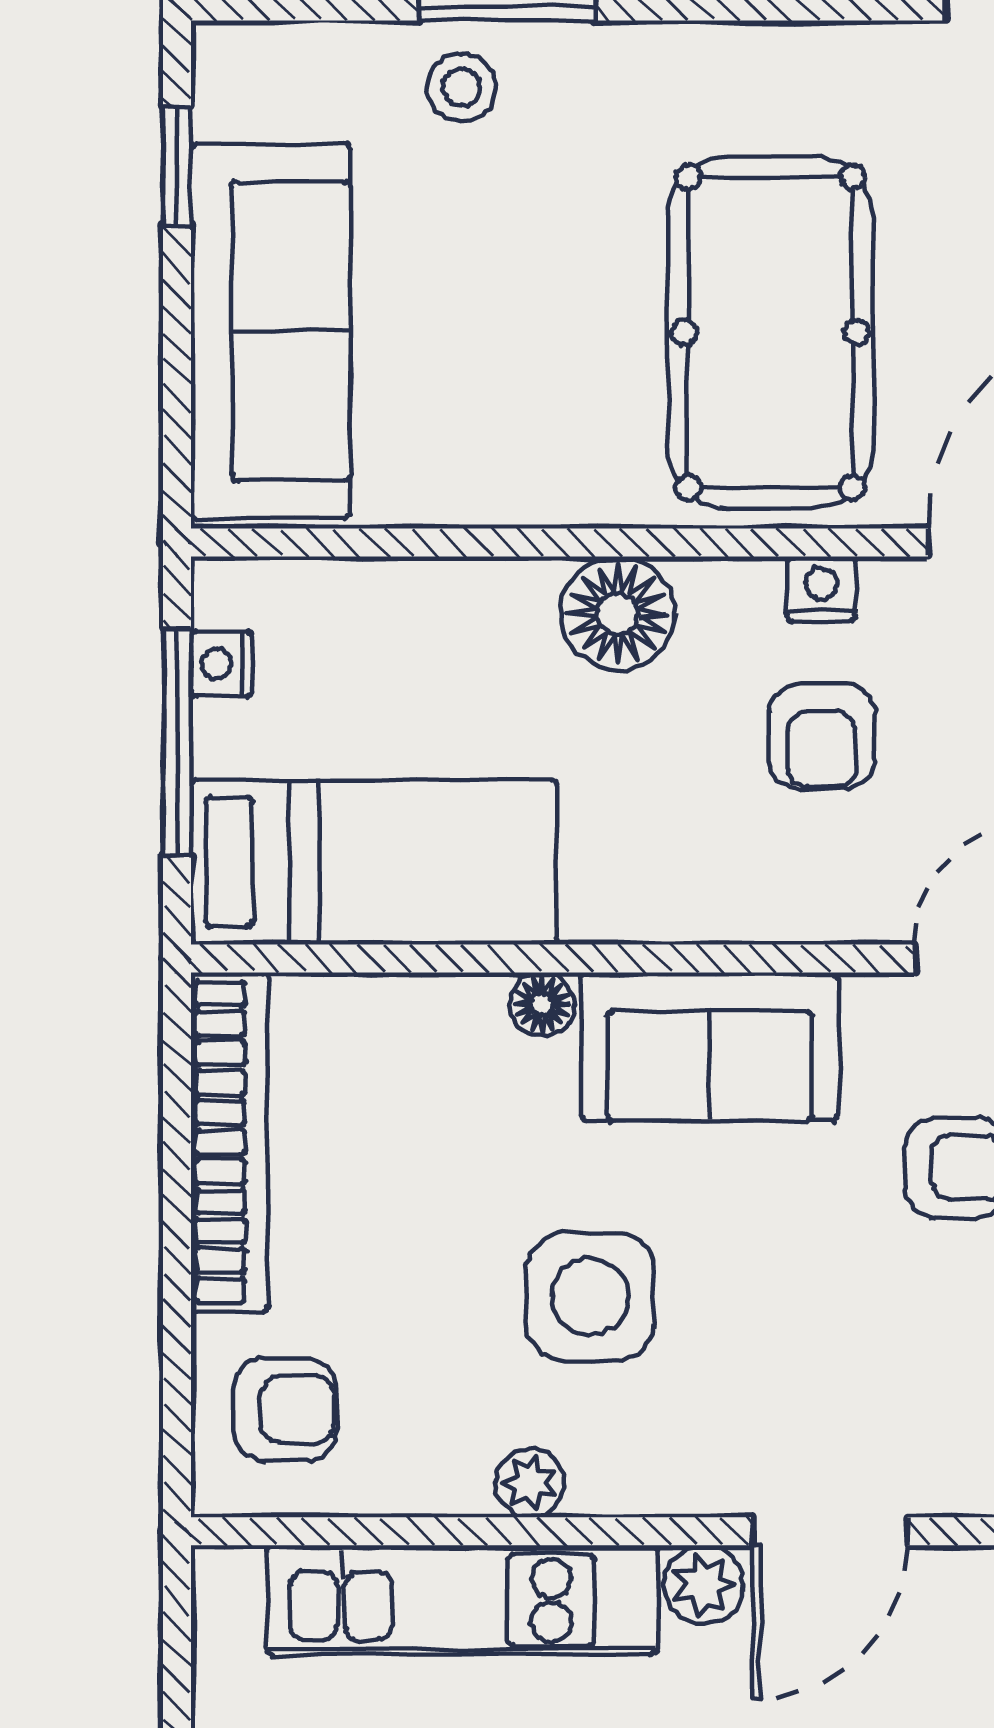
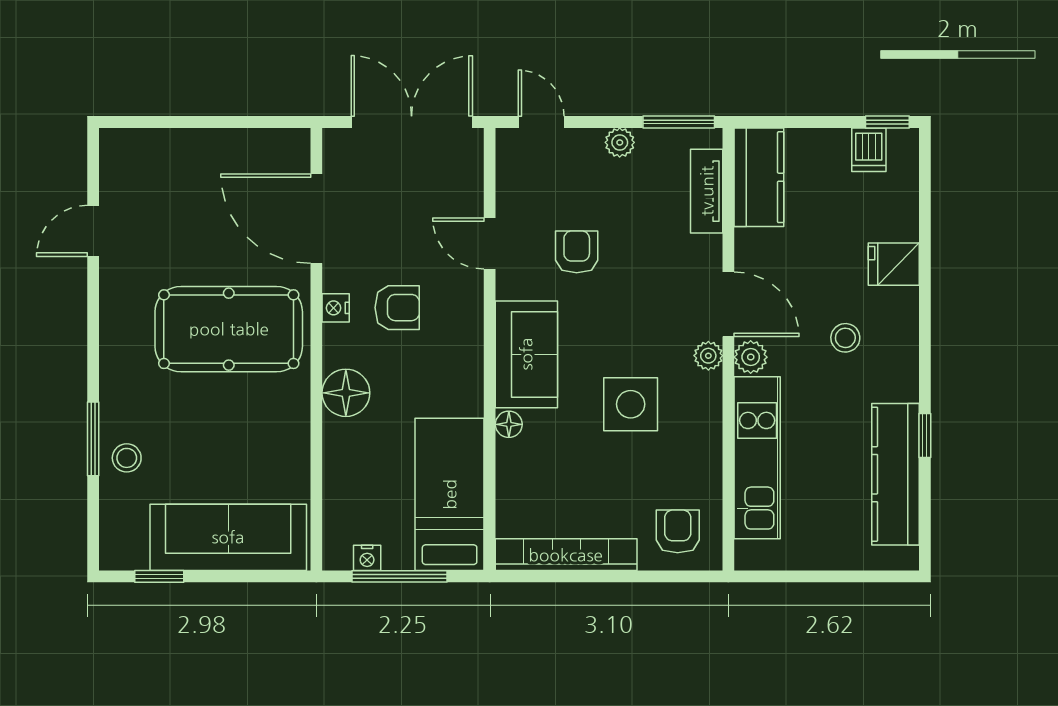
plant: (530, 1483) -> (708, 356), moved

